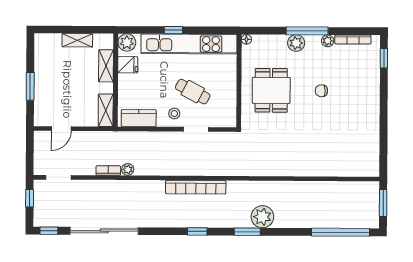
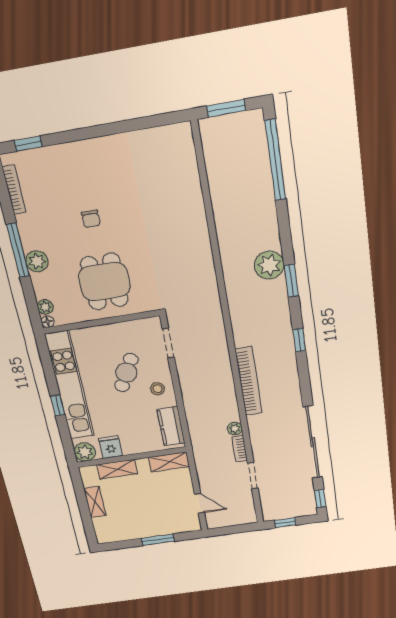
plant: (328, 41) -> (45, 307), moved
dining table: (271, 90) -> (104, 282), turned 90
doorway: (196, 129) -> (168, 343), moved
doorway: (58, 177) -> (253, 476), moved
bookcase: (196, 187) -> (249, 381), moved

